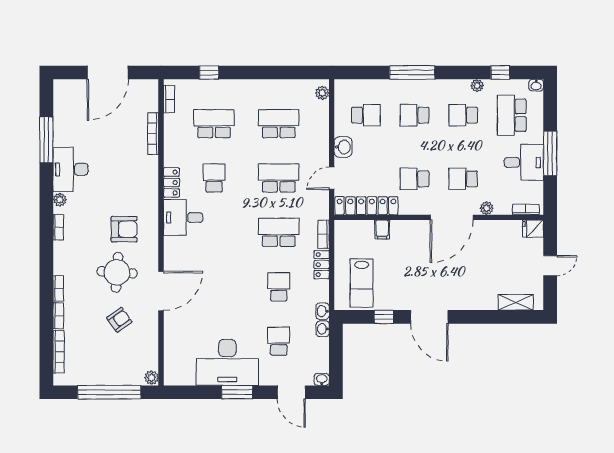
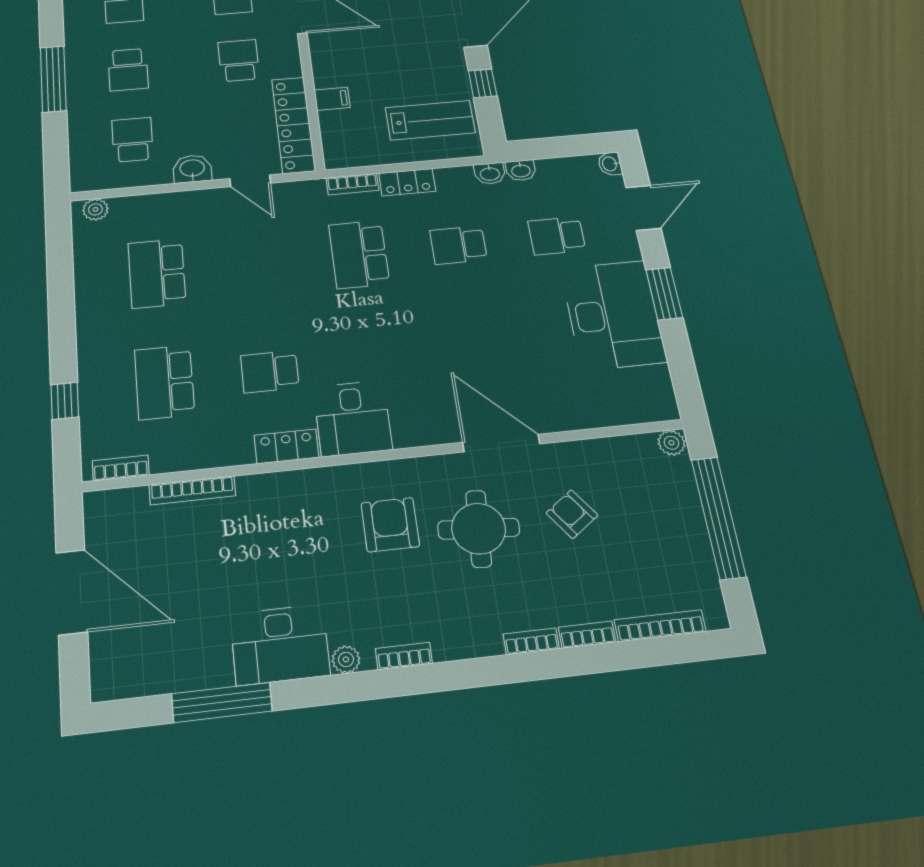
school desk: (279, 178) -> (258, 264), removed
school desk: (415, 179) -> (239, 60), turned 180

